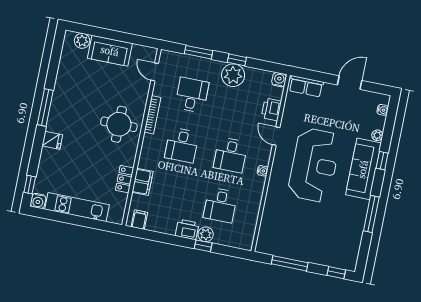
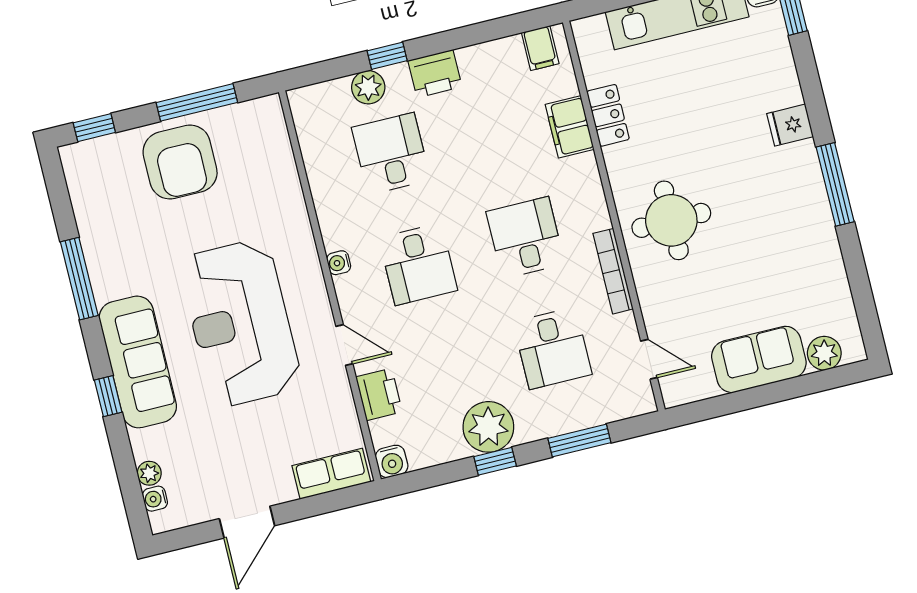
plant: (377, 135) -> (149, 473), moved
desk: (230, 155) -> (418, 264), turned 180
plant: (206, 234) -> (368, 87), moved
armchair: (308, 242) -> (180, 162), added

